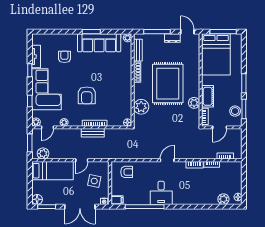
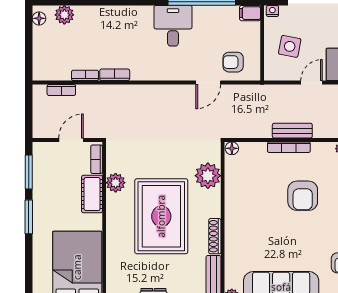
armchair: (87, 95) -> (303, 196), turned 180
stool: (235, 111) -> (44, 168), removed
door: (167, 160) -> (208, 83), moved

